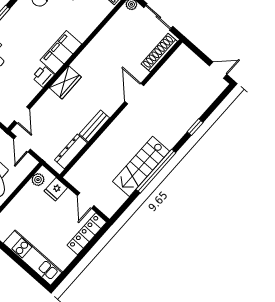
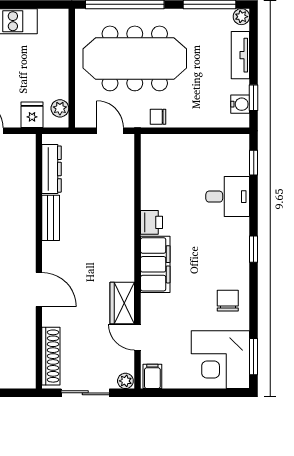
wardrobe: (65, 82) -> (122, 303), moved
door: (22, 115) -> (137, 337), moved

